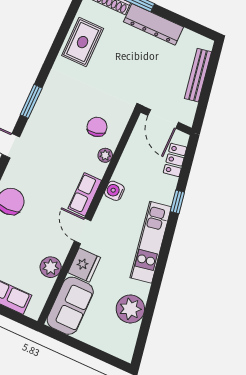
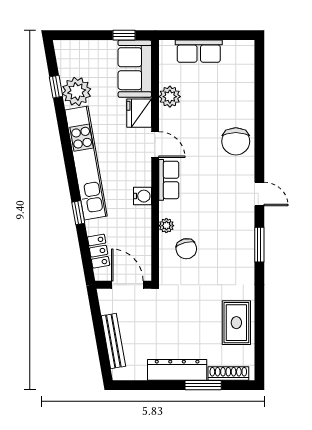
kitchen unit: (151, 242) -> (86, 163), width x1.36
window: (147, 321) -> (56, 87), added
window: (66, 339) -> (124, 35), added

